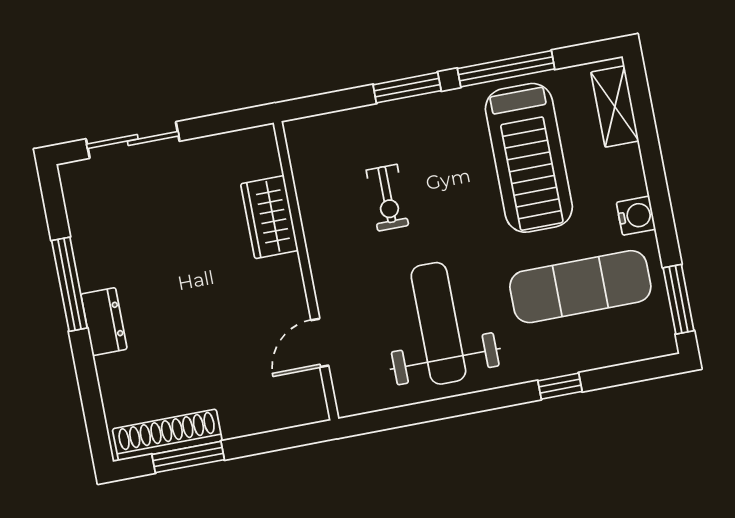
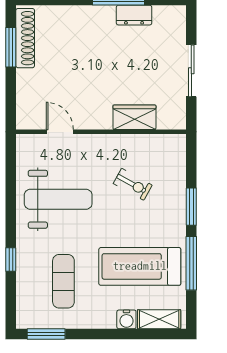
sliding door: (133, 140) -> (191, 71), moved
exercise bike: (387, 198) -> (133, 184), turned -151
water cooler: (636, 216) -> (126, 319), moved
exercise mat: (580, 287) -> (63, 281), width x0.73, depth x0.69
dresser: (104, 322) -> (134, 15), moved

